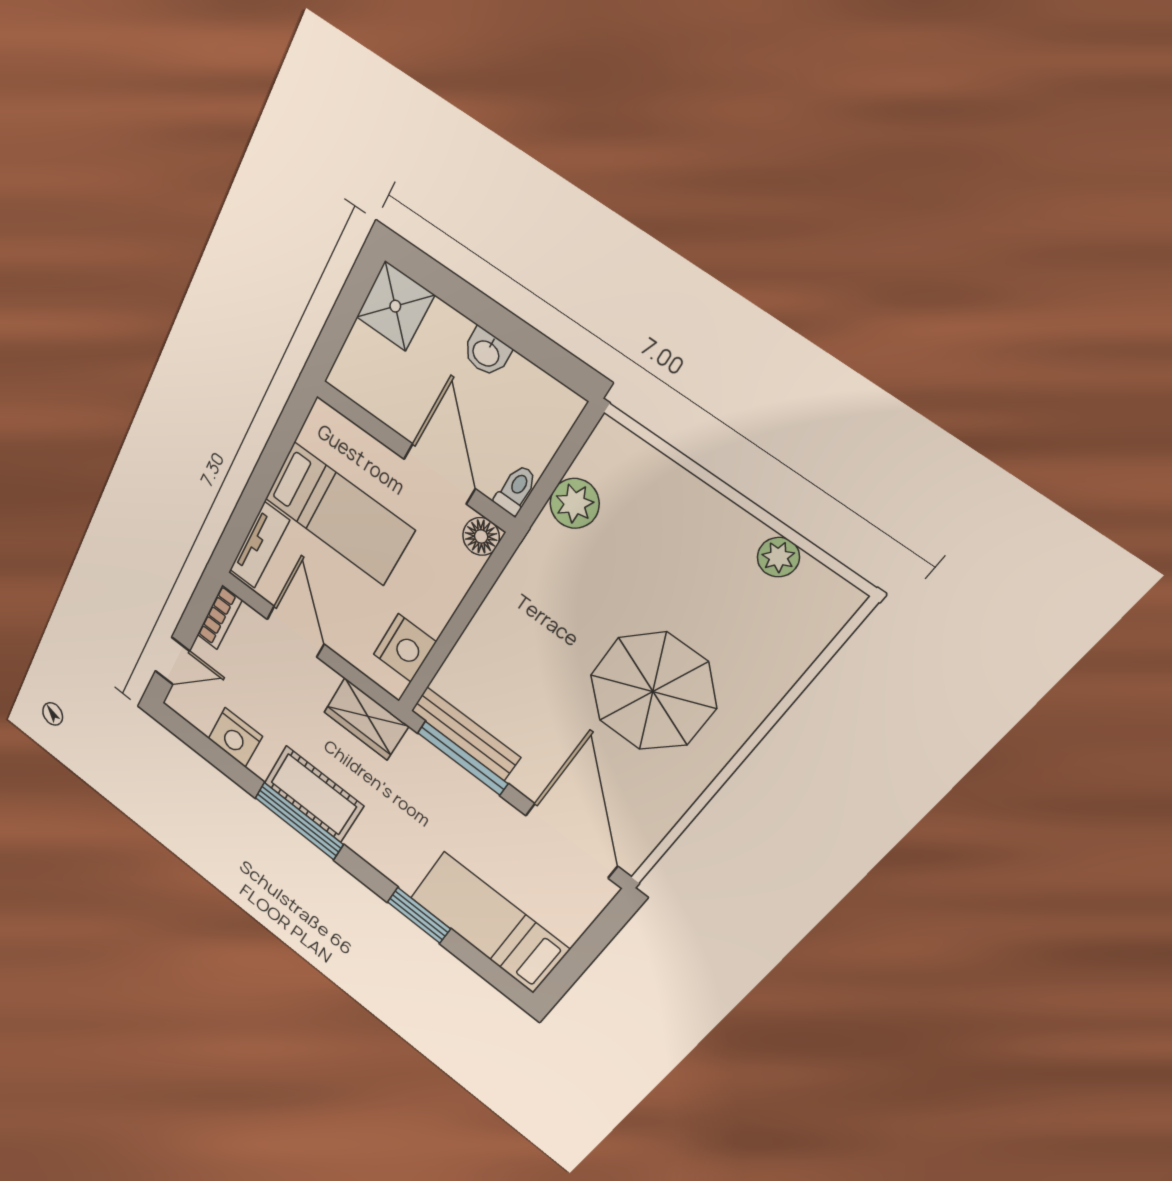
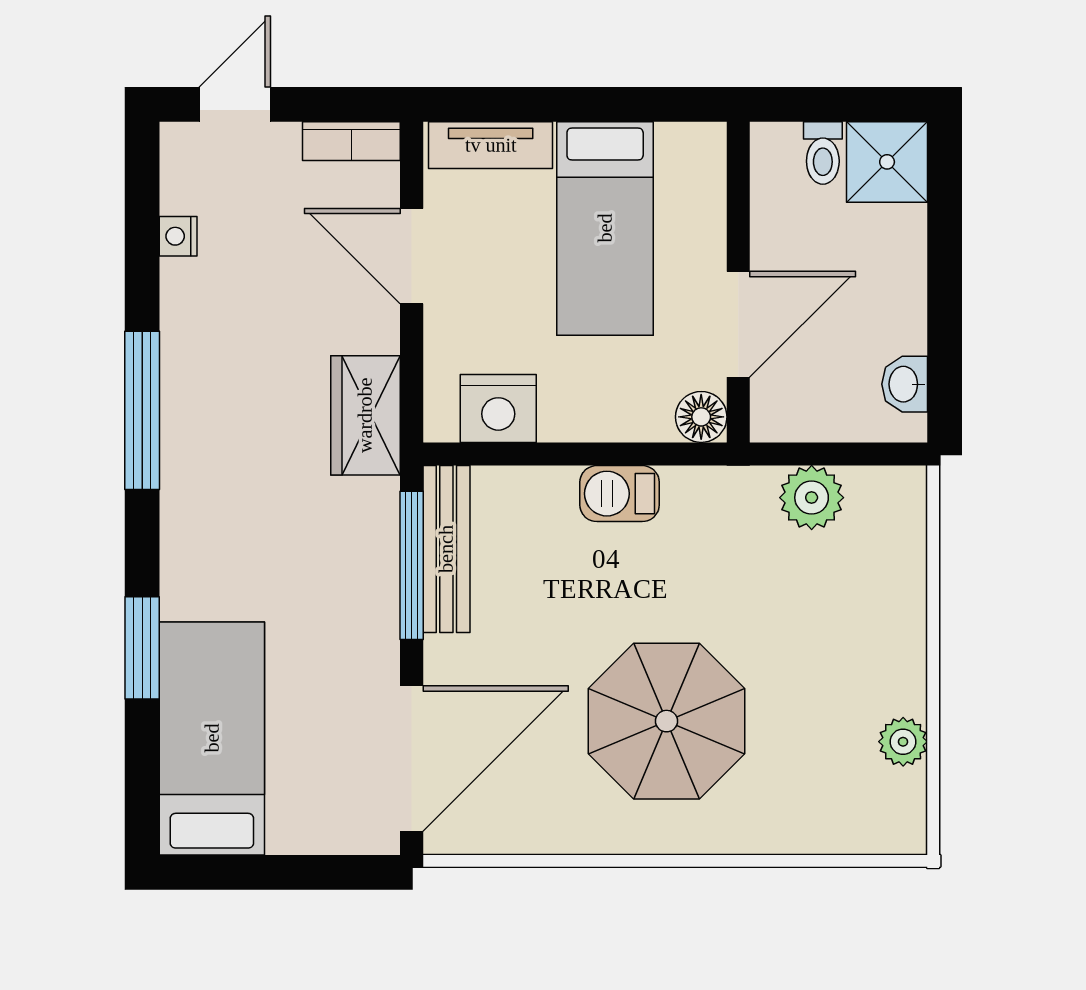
washbasin: (486, 353) -> (905, 384), moved
toilet: (516, 490) -> (823, 153), moved, turned 90
barbecue: (496, 617) -> (620, 494), added
door: (296, 632) -> (412, 256), swing flipped
door: (172, 661) -> (235, 104), swing flipped
nightstand: (235, 738) -> (178, 236), width x0.53, depth x0.56
cot: (314, 794) -> (200, 408), removed

